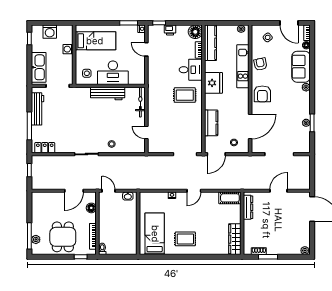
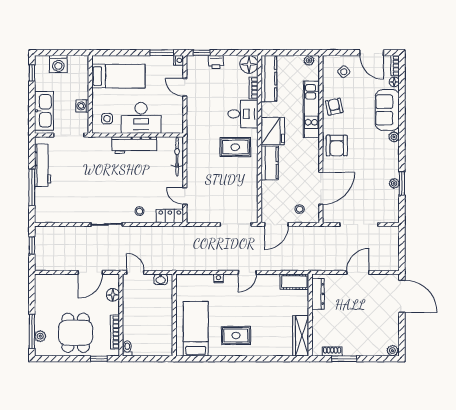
washing machine: (68, 49) -> (82, 106), moved
kitchen counter: (211, 123) -> (270, 163), moved
locker: (45, 148) -> (170, 216), moved

